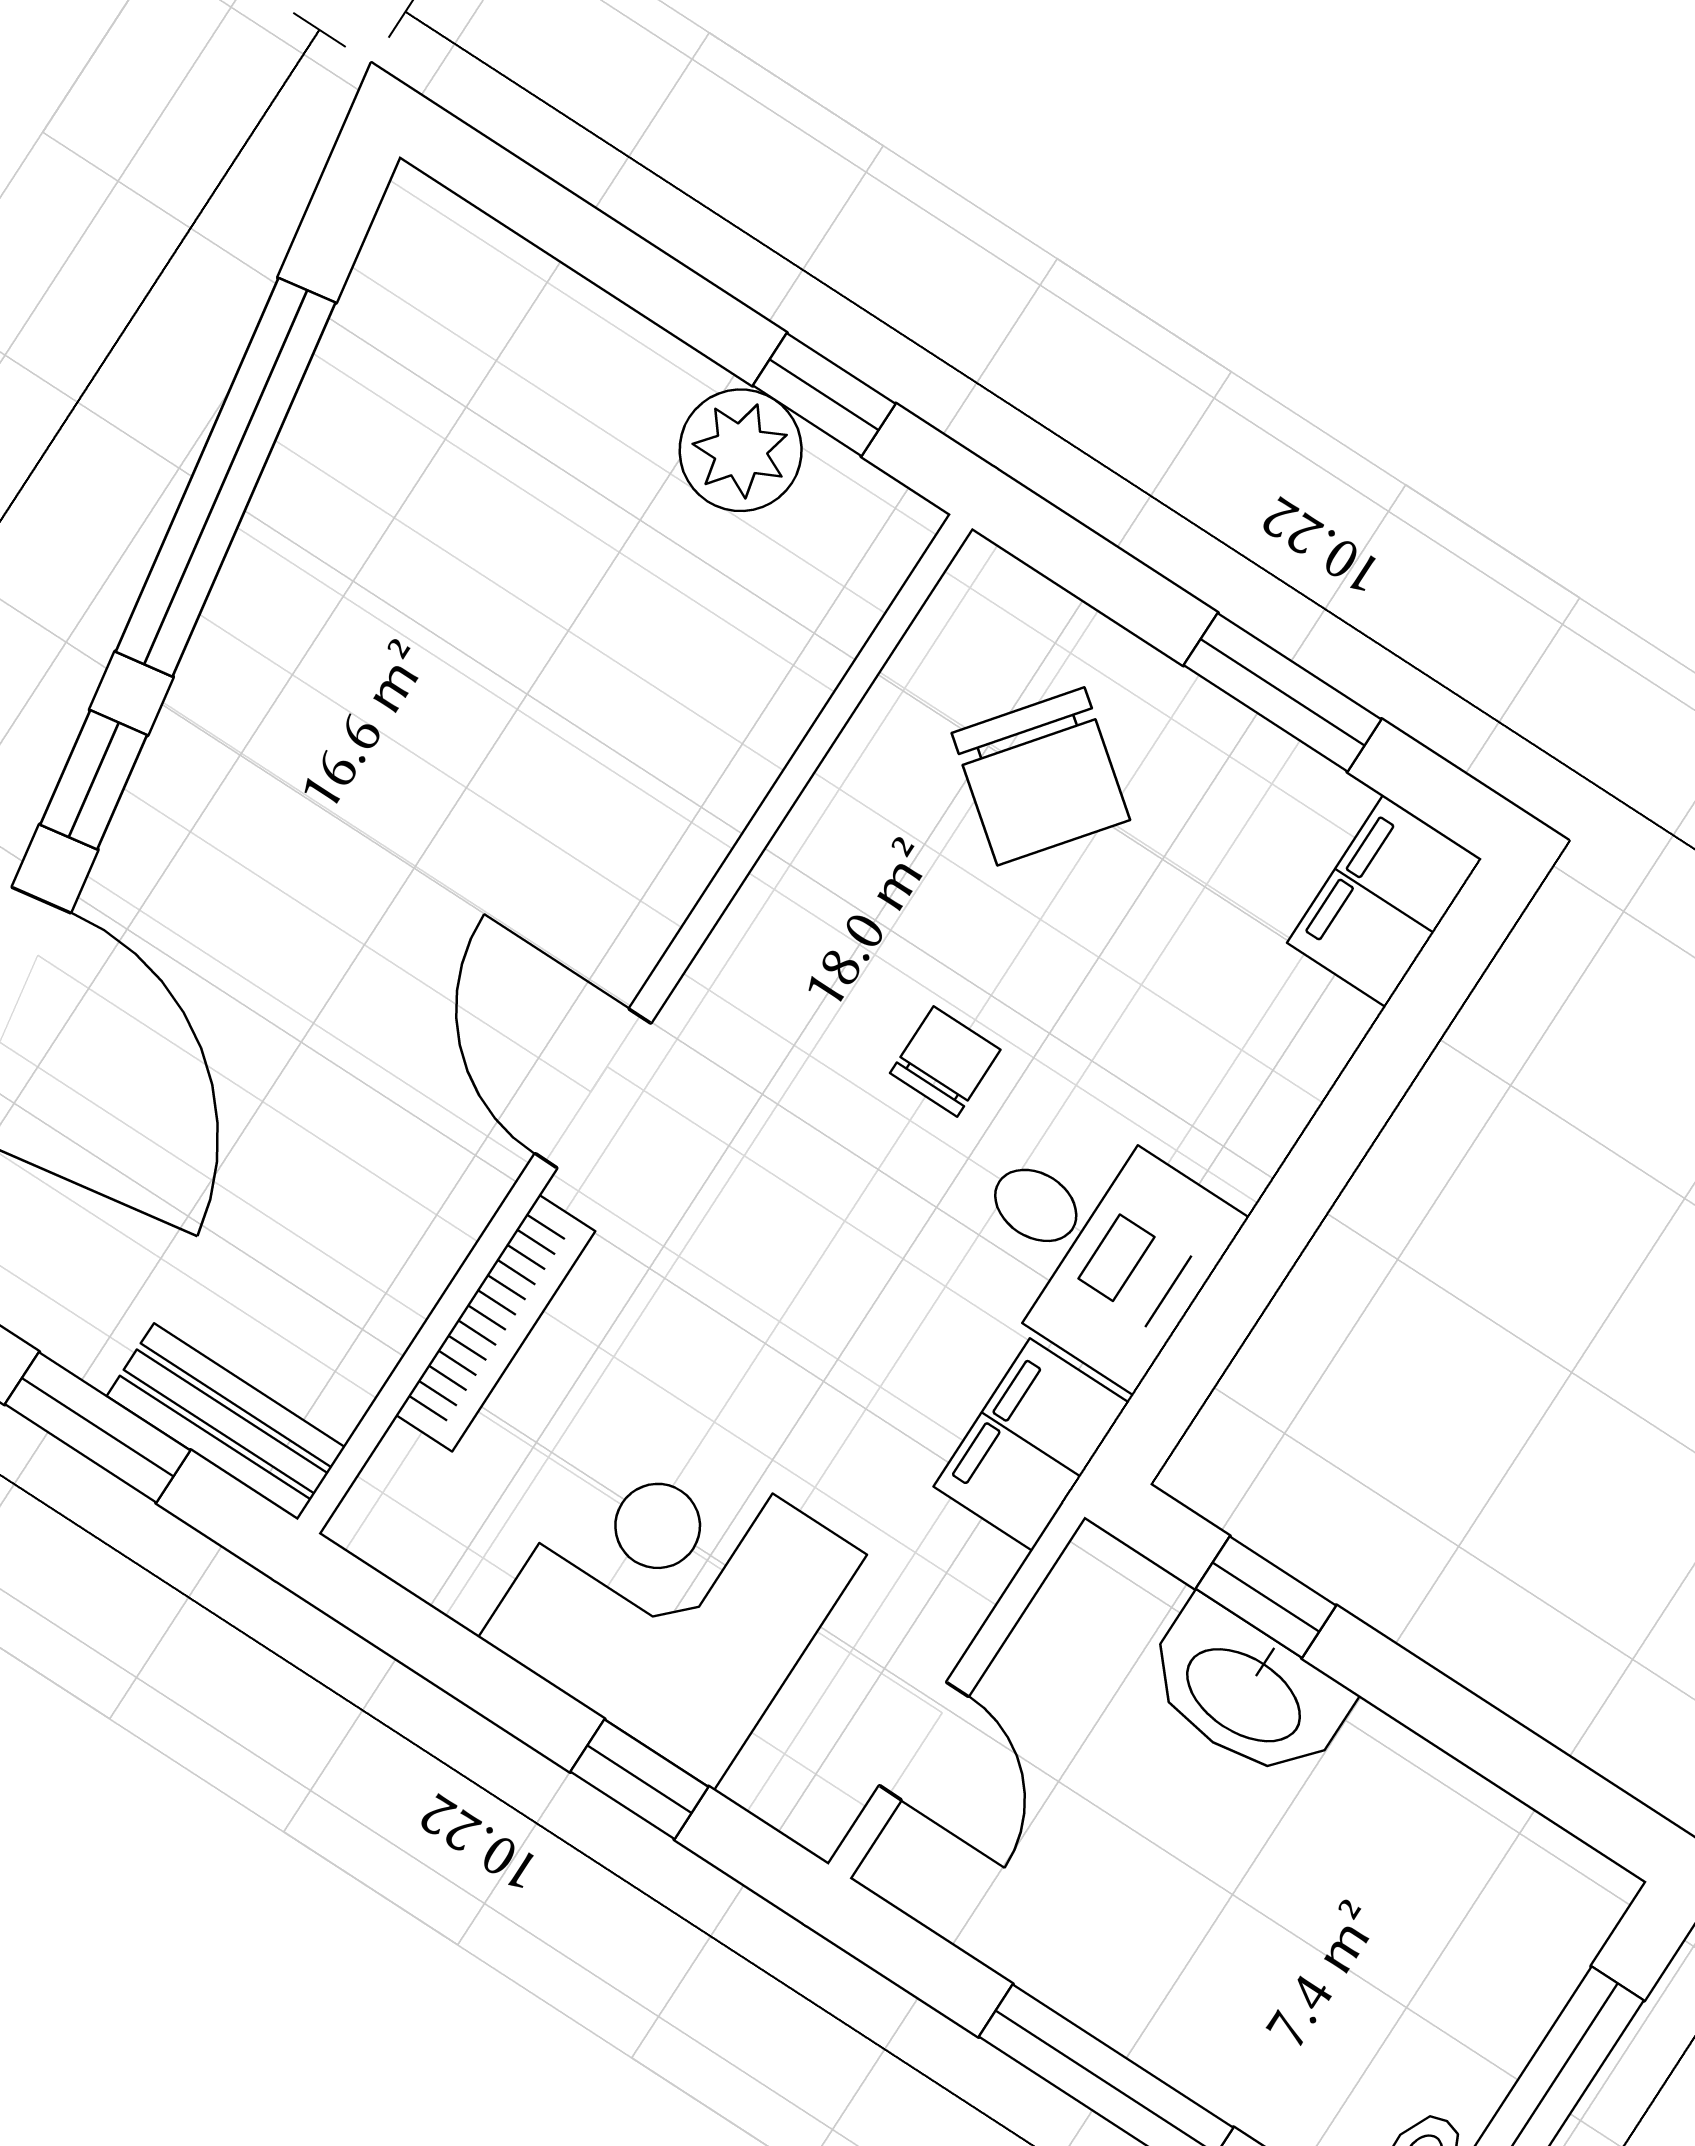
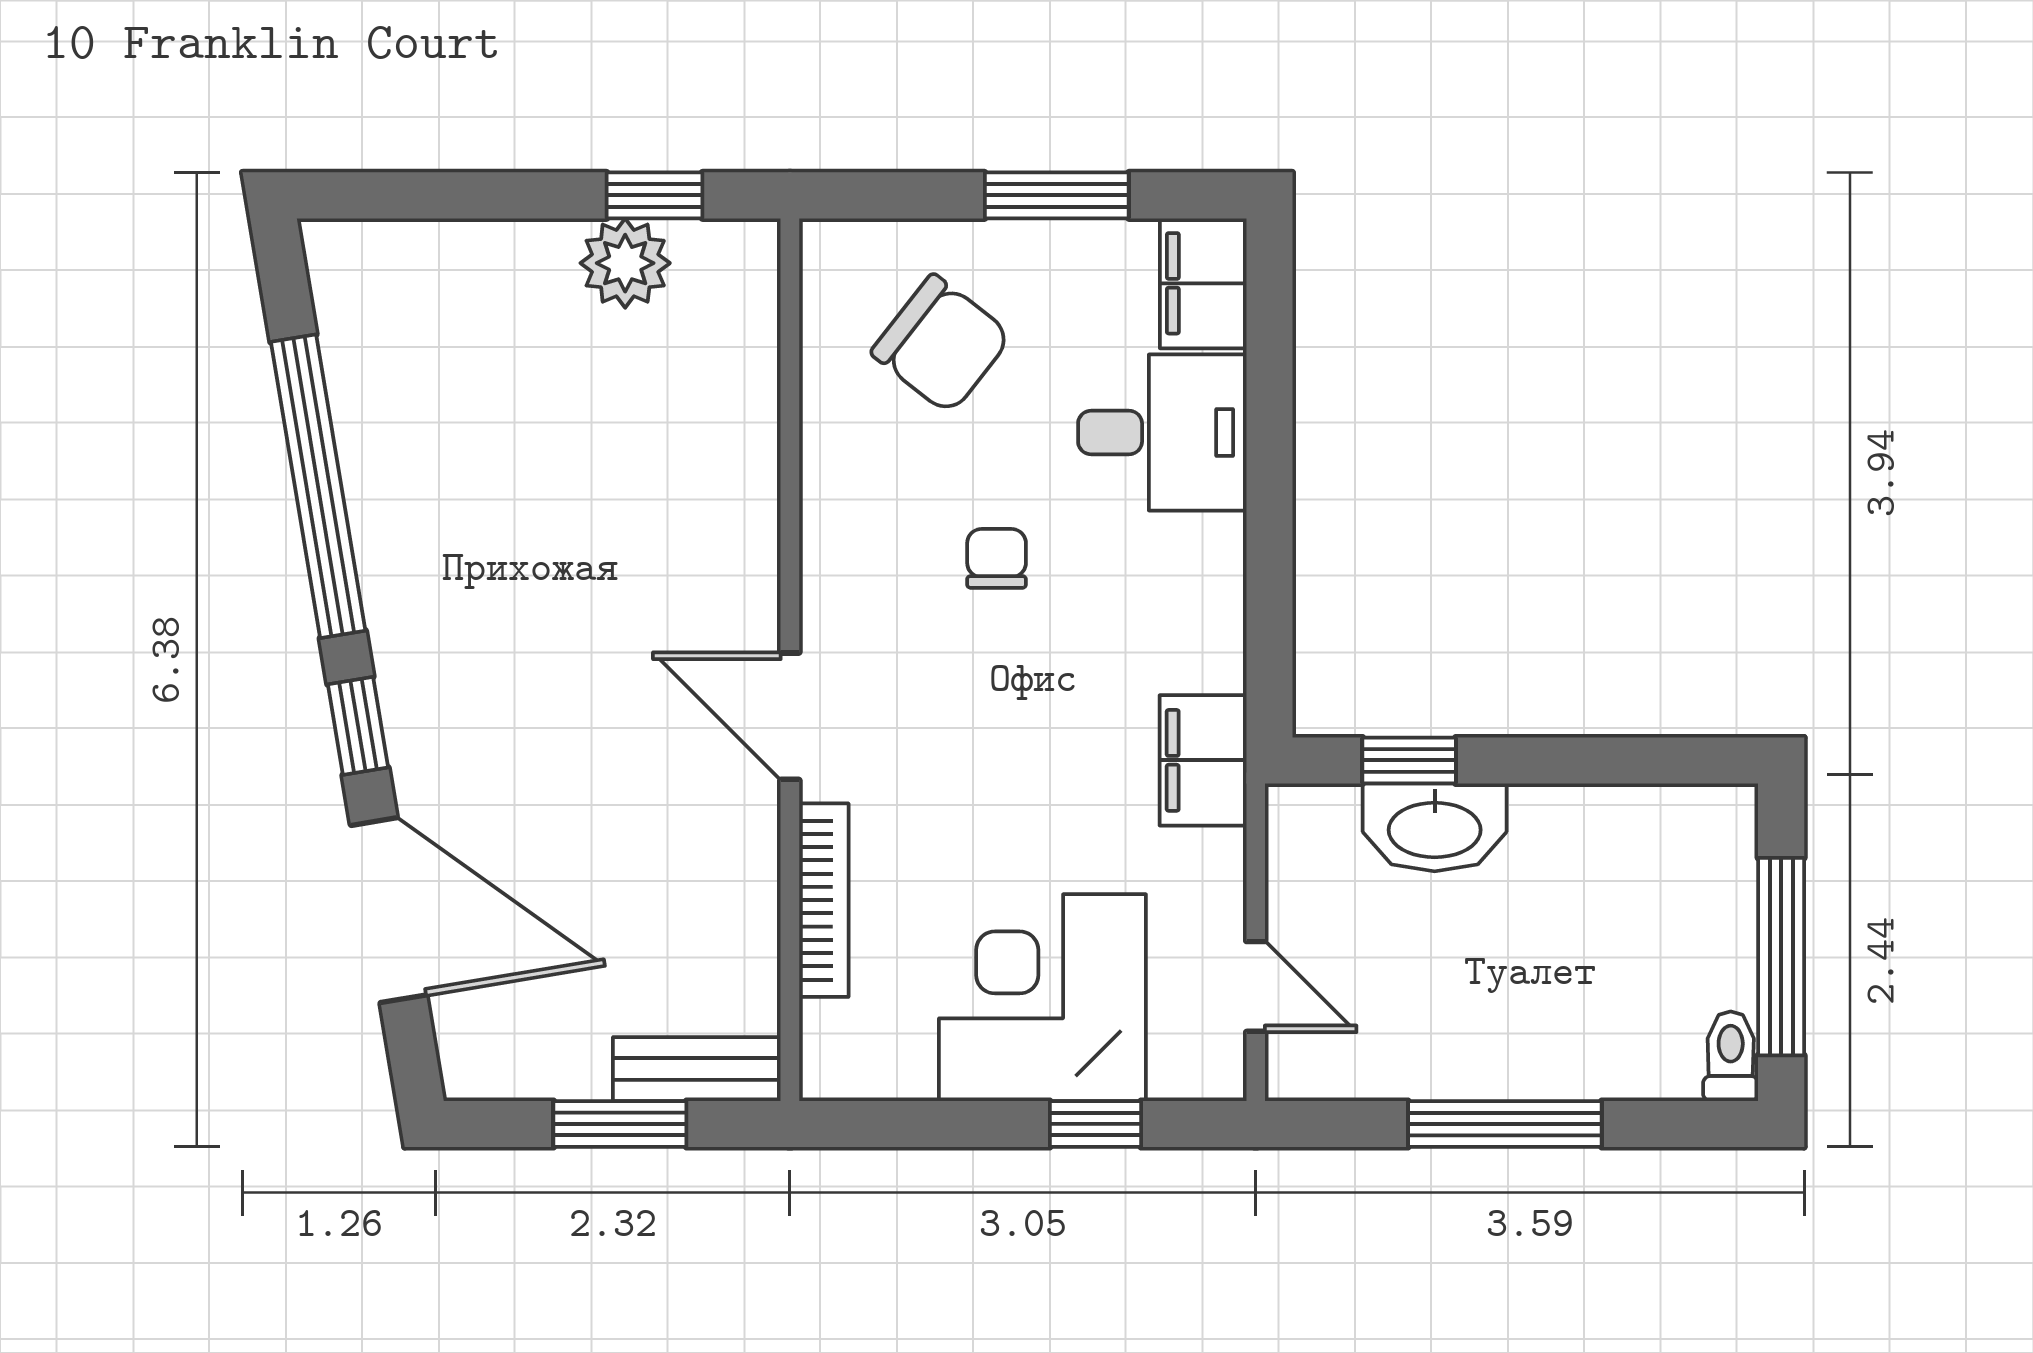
desk: (1095, 1244) -> (1162, 432), moved

